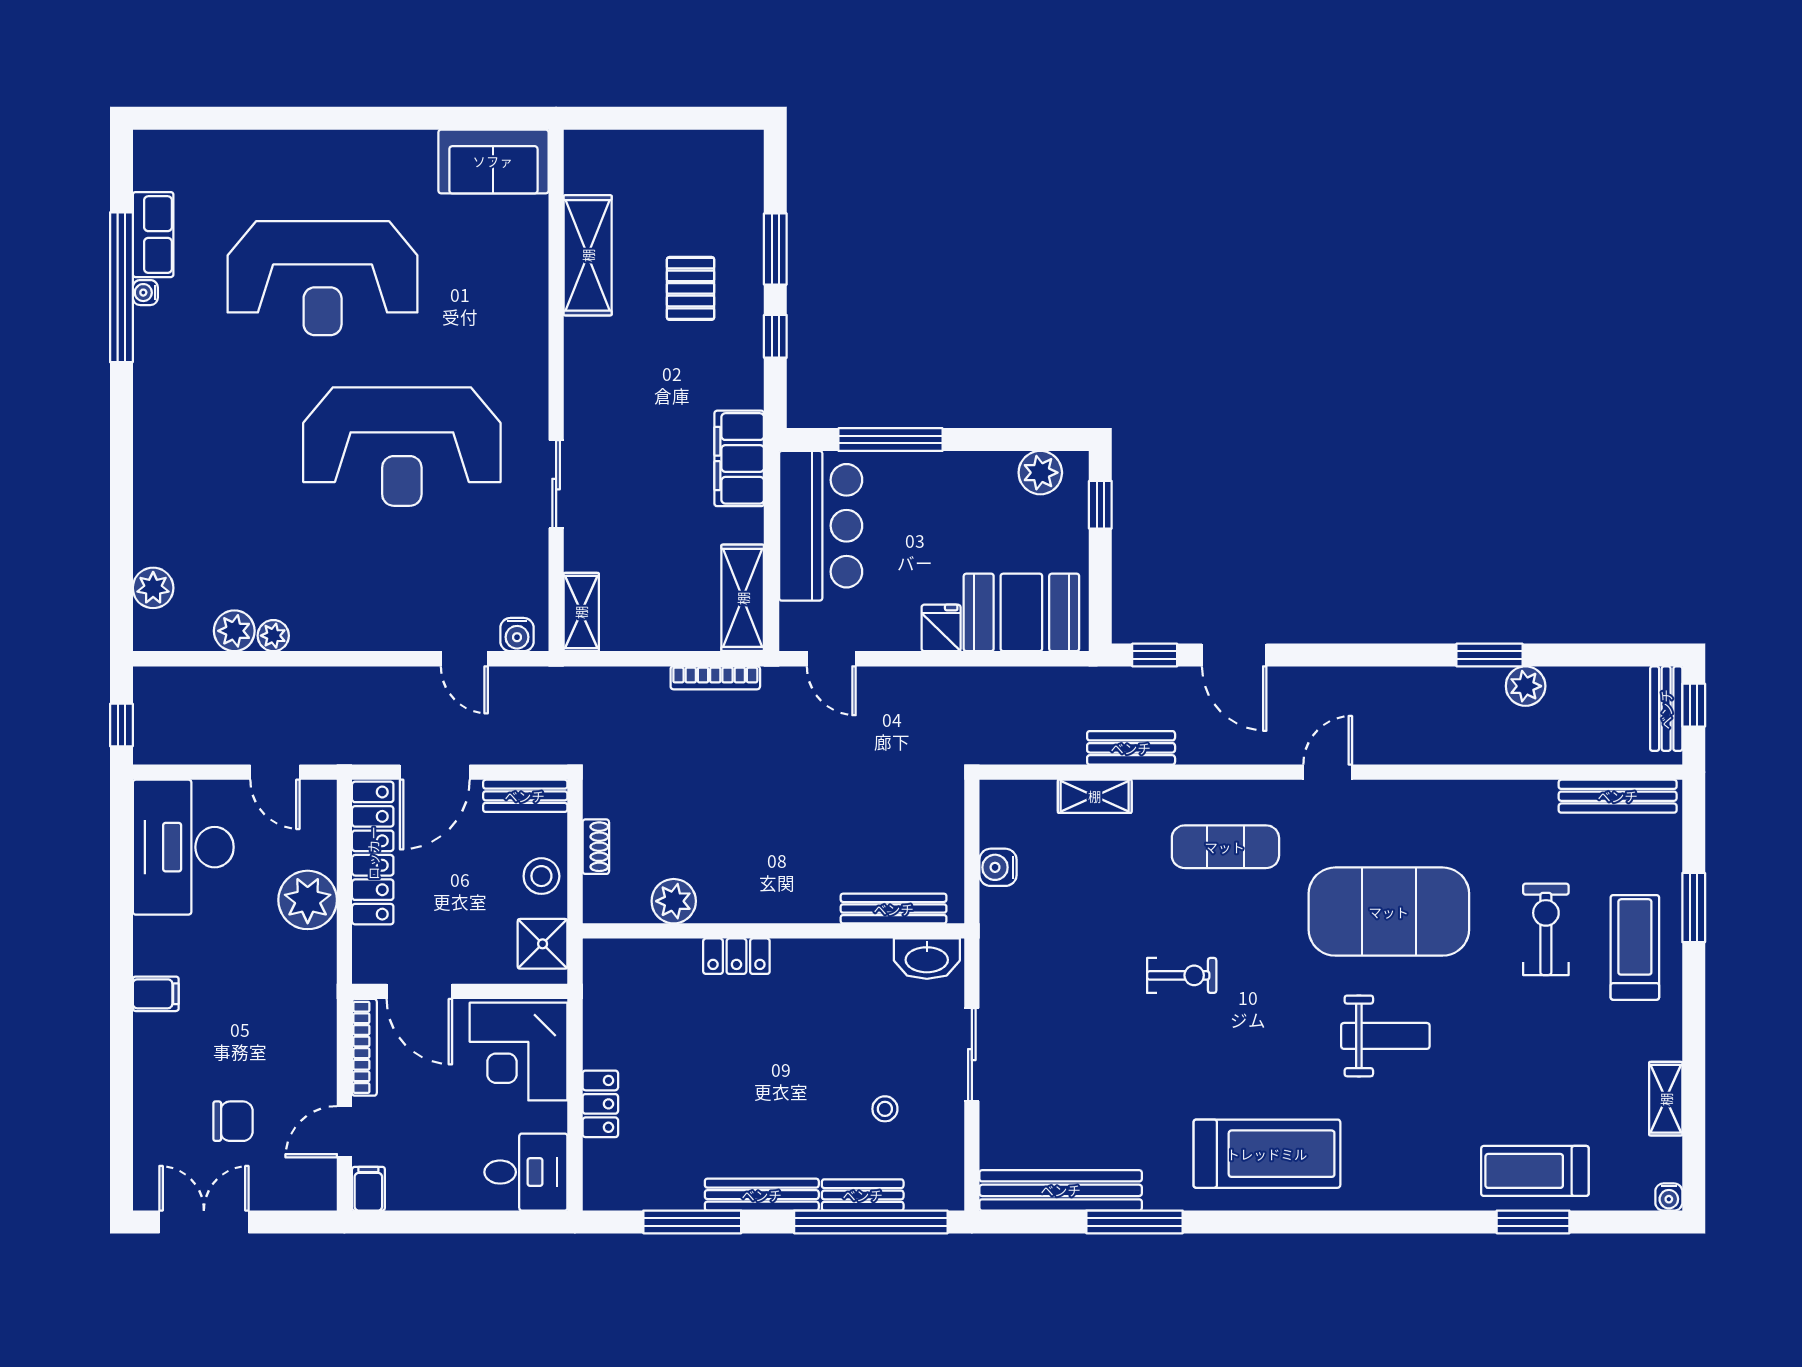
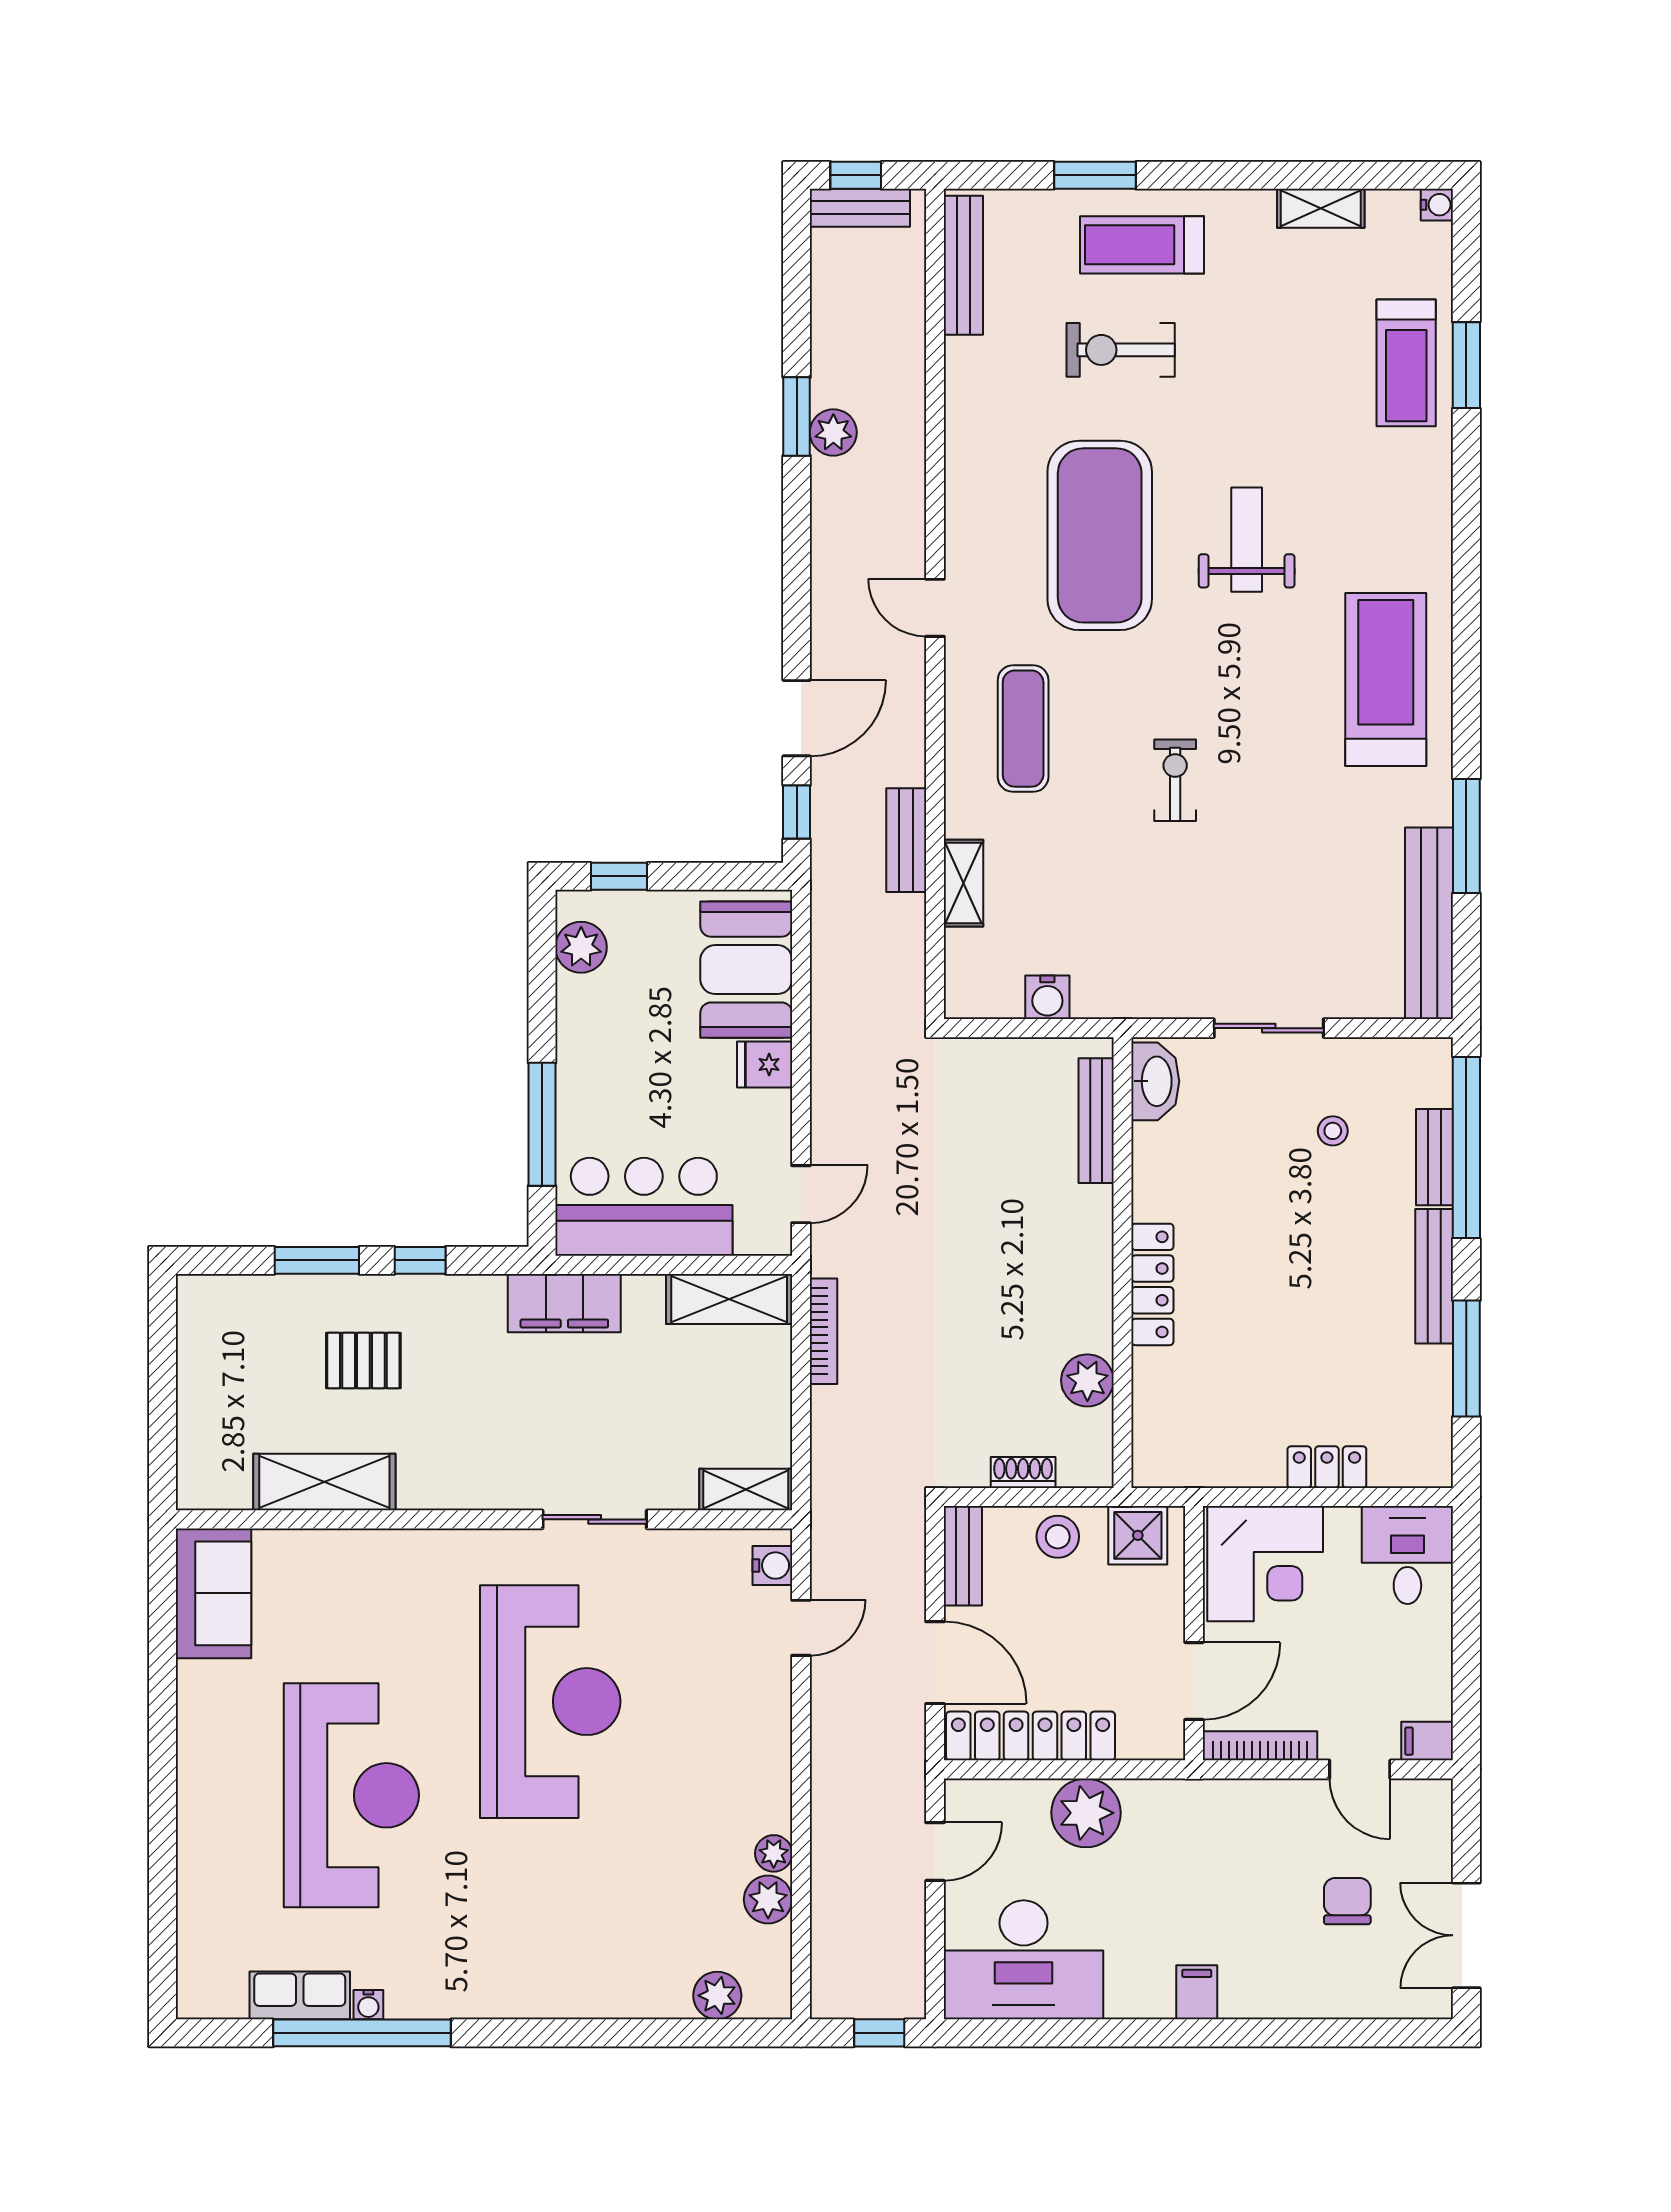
plant: (1526, 686) -> (833, 432), moved
locker: (736, 956) -> (1152, 1284), width x1.53

